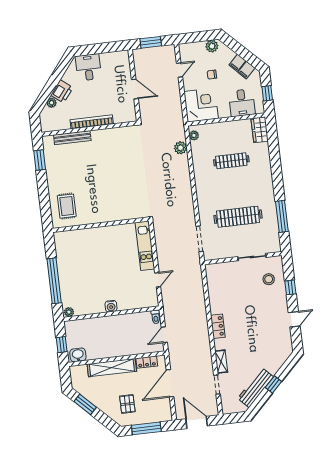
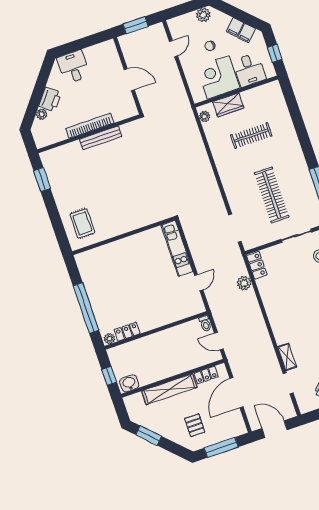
corner desk: (201, 105) -> (218, 77), moved, turned -90
wardrobe: (260, 130) -> (228, 105), moved, turned -90
bench: (72, 138) -> (101, 138), moved
plant: (181, 148) -> (244, 283), moved
clothes rail: (238, 217) -> (272, 195), turned 90
water cooler: (111, 306) -> (154, 322), removed
locker: (86, 309) -> (127, 332), added
locker: (218, 326) -> (257, 265), moved
door: (164, 335) -> (219, 341), hinge flipped

